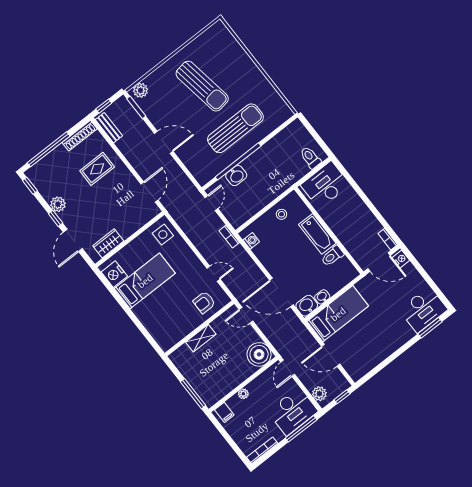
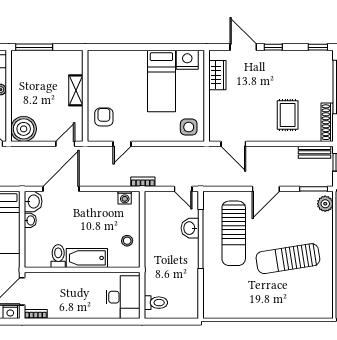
sun lounger: (235, 128) -> (234, 233), moved
plant: (58, 204) -> (284, 58), removed

